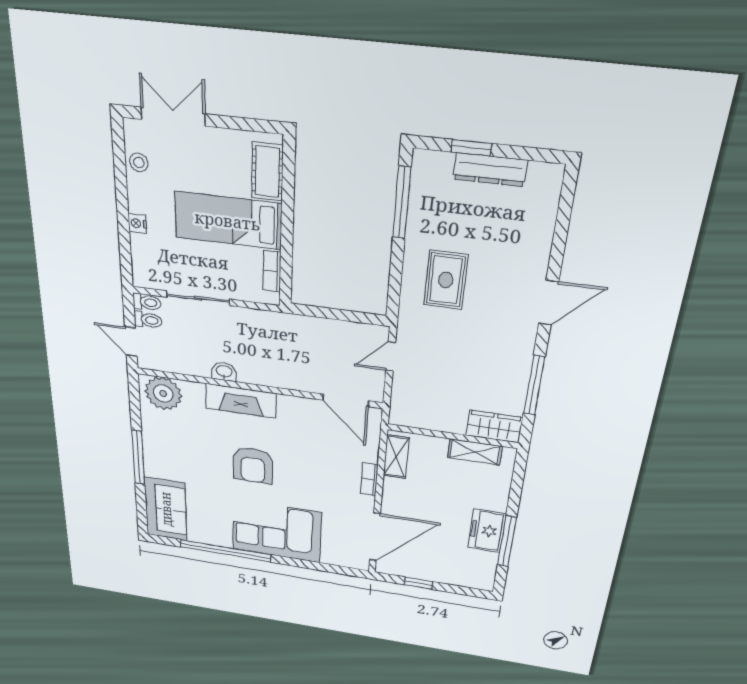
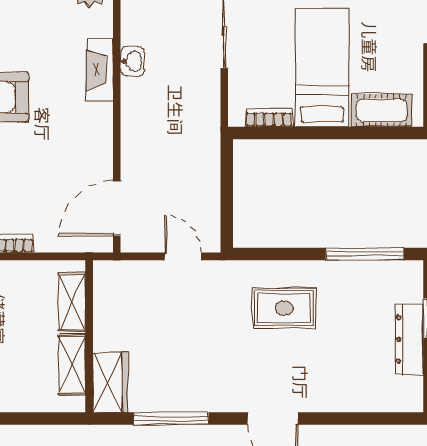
fireplace: (241, 401) -> (100, 70), width x0.73, depth x0.76
shelving: (396, 457) -> (72, 302), moved, turned 90

